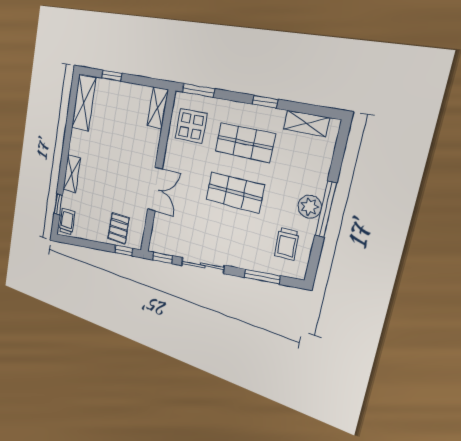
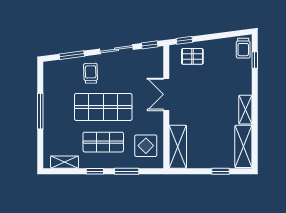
window: (198, 90) -> (127, 171), moved
shelving: (158, 108) -> (178, 147), width x1.50, depth x1.33
shelving: (72, 174) -> (245, 110), moved
shop shelf: (235, 192) -> (103, 107), width x1.43, depth x1.36
plant: (310, 207) -> (51, 110), removed
pallet: (119, 228) -> (192, 56), turned 90
trolley: (287, 244) -> (91, 73), moved

